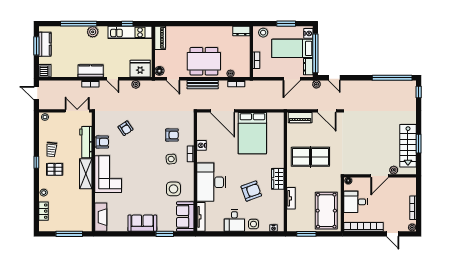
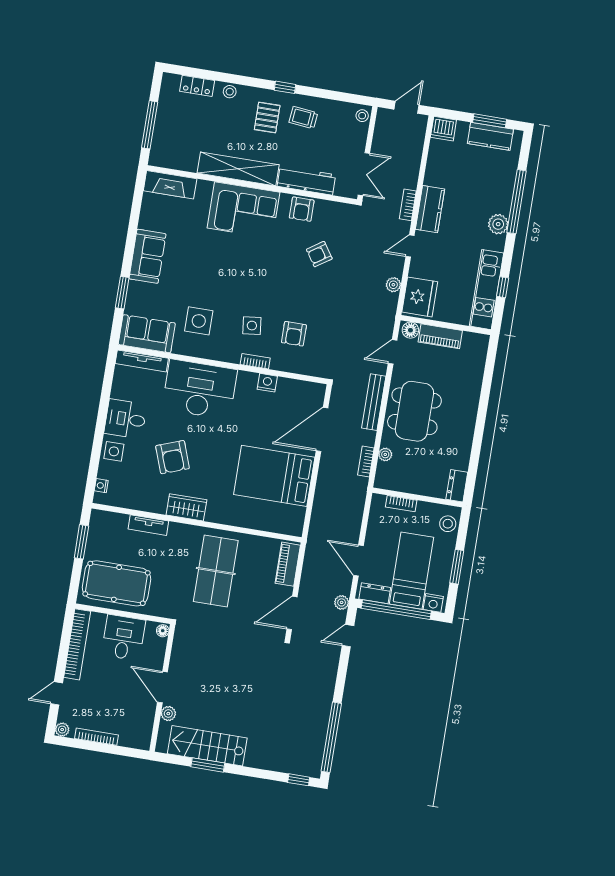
piano: (160, 38) -> (440, 336), moved
shelving: (86, 174) -> (238, 169), width x1.47

